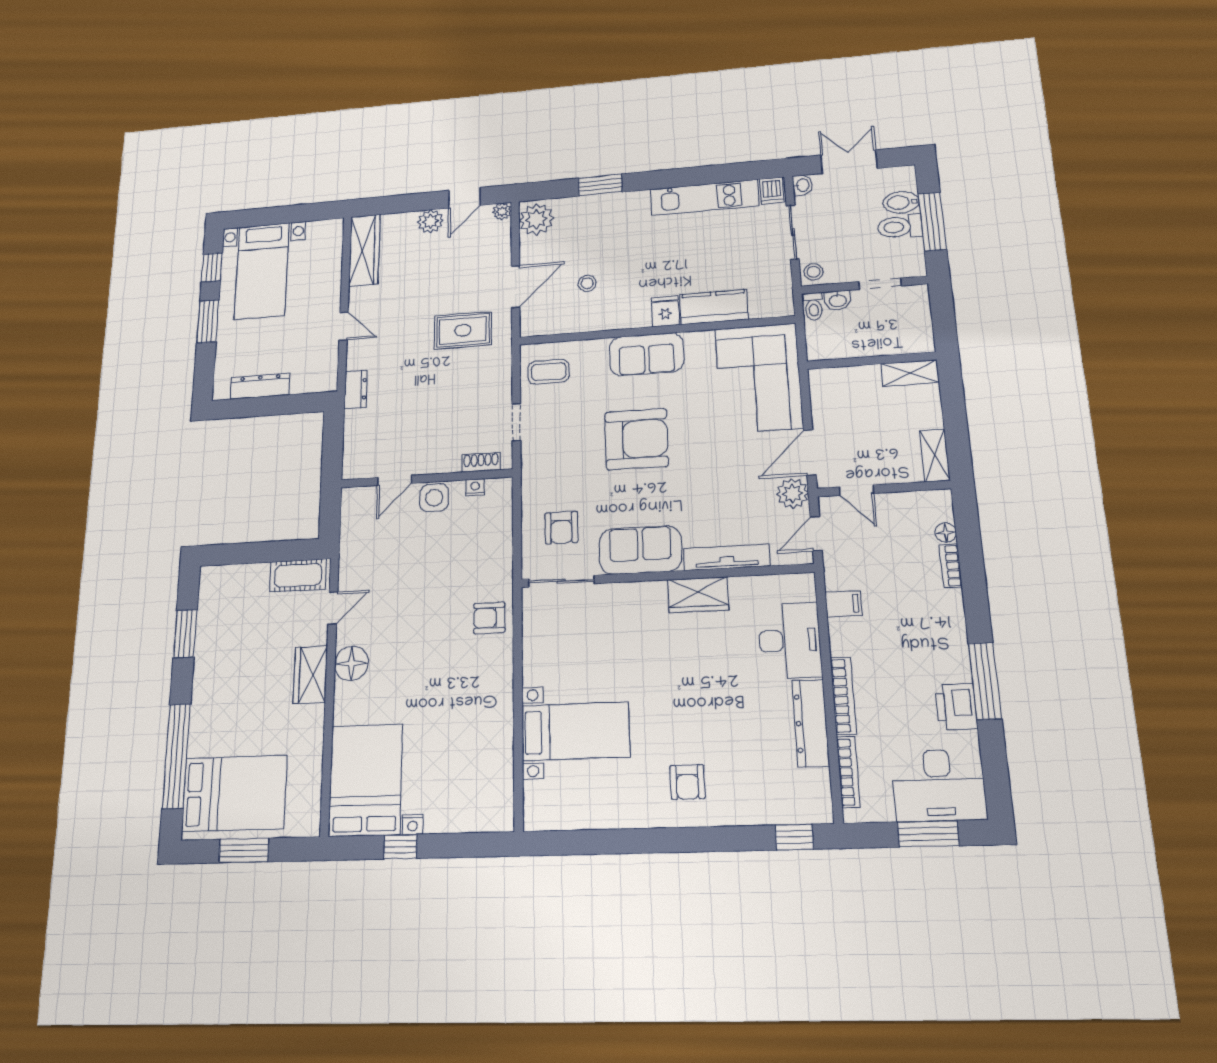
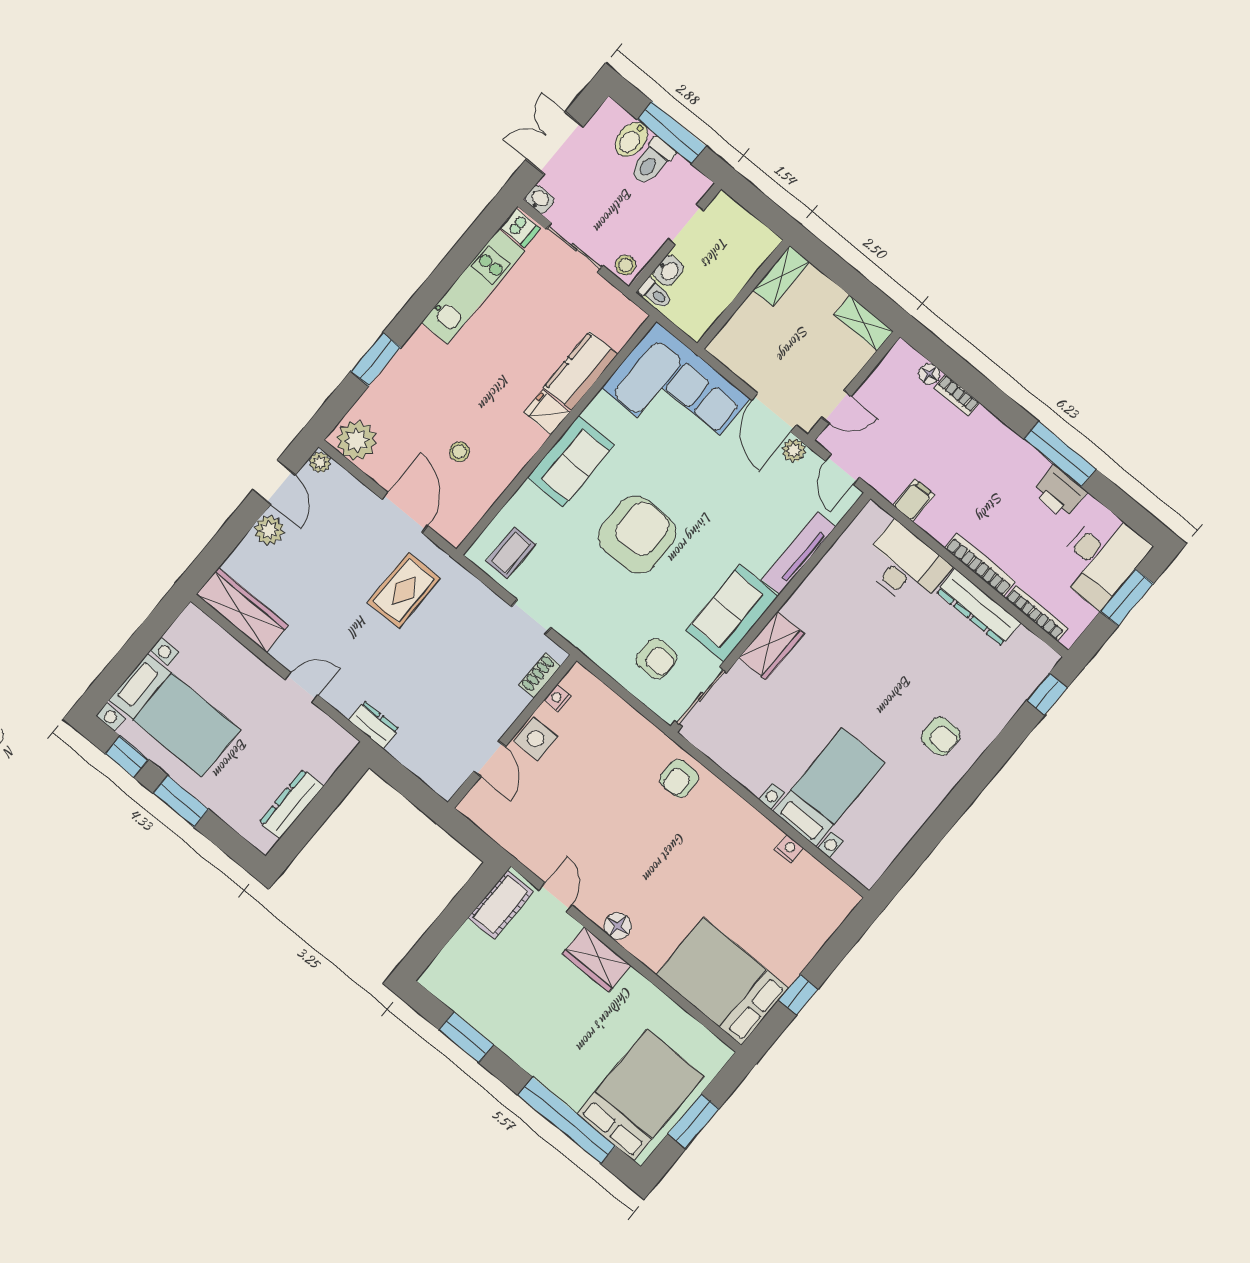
plant: (792, 494) -> (794, 450), width x0.73, depth x0.73
wardrobe: (698, 595) -> (771, 646), moved
floor lamp: (351, 663) -> (618, 926), width x0.73, depth x0.73
nightstand: (413, 824) -> (789, 849), moved, turned -90

